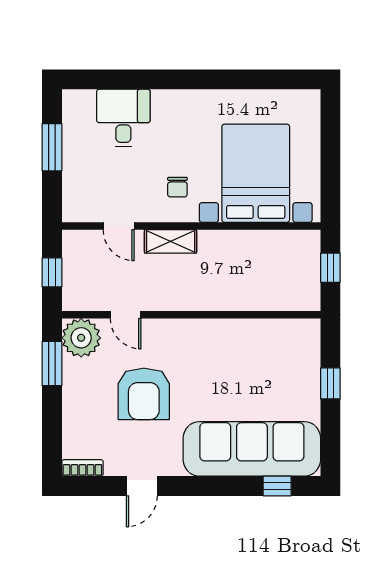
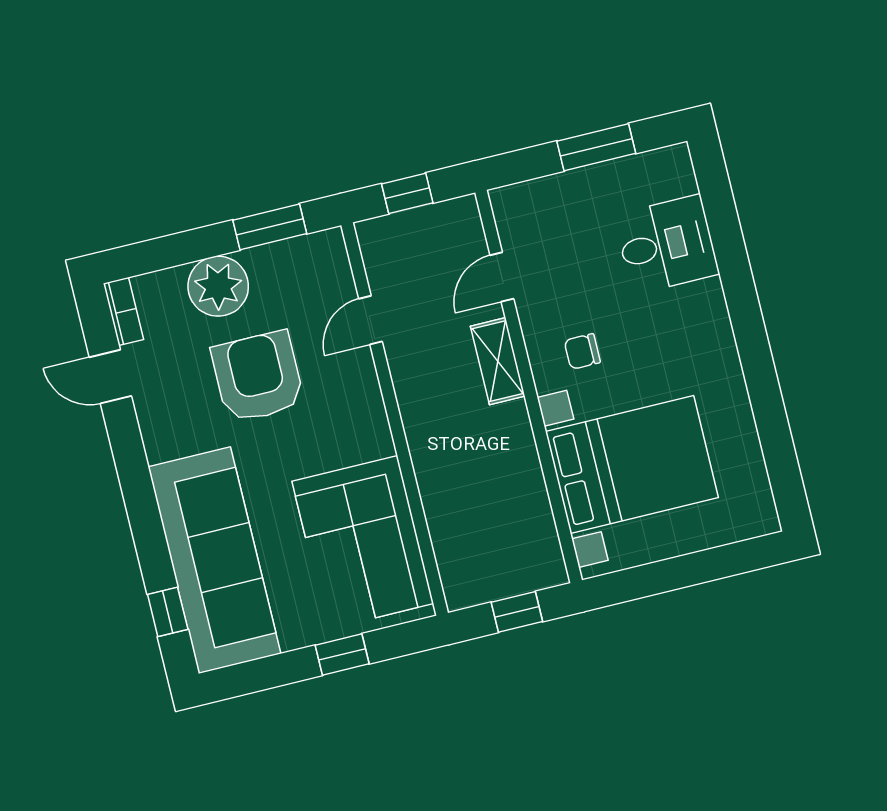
plant: (81, 338) -> (218, 286), moved
corner sofa: (263, 353) -> (363, 542), added
armchair: (144, 394) -> (258, 377), turned 90
door: (142, 486) -> (110, 377), moved

